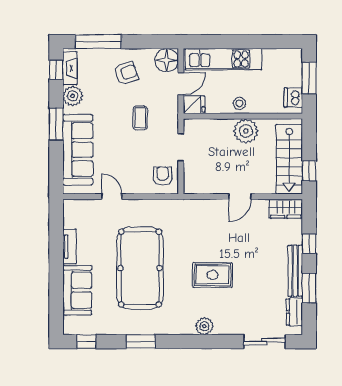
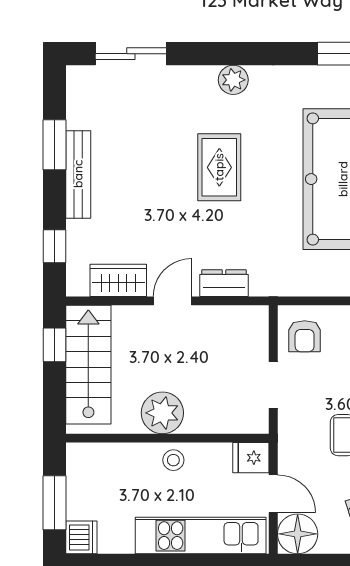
door: (181, 84) -> (273, 494), swing flipped
dishwasher: (293, 98) -> (81, 537), moved
wardrobe: (286, 209) -> (118, 280), moved
window: (309, 244) -> (55, 246), moved
rug: (213, 275) -> (219, 167), turned 90
dresser: (294, 312) -> (224, 283), moved, turned -90

